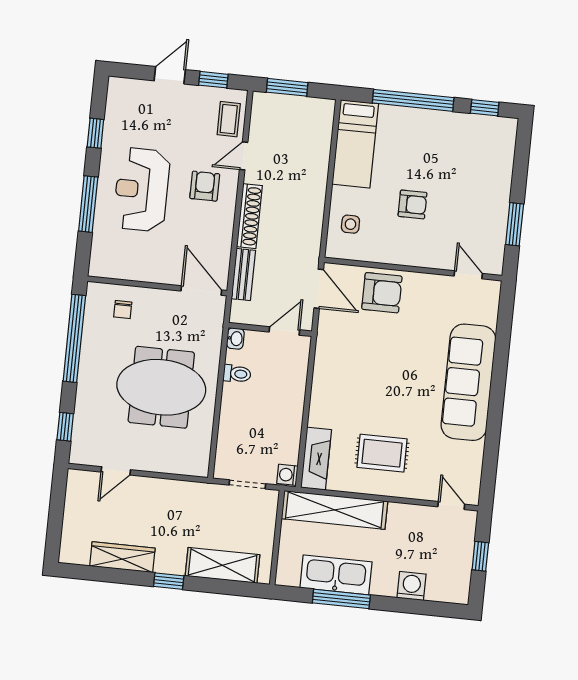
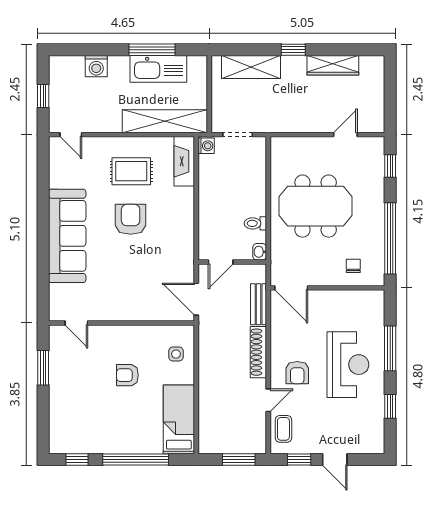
door: (170, 75) -> (335, 460), hinge flipped
armchair: (382, 293) -> (131, 219), moved, turned 90

